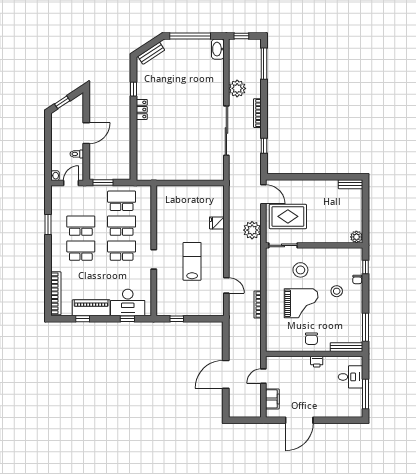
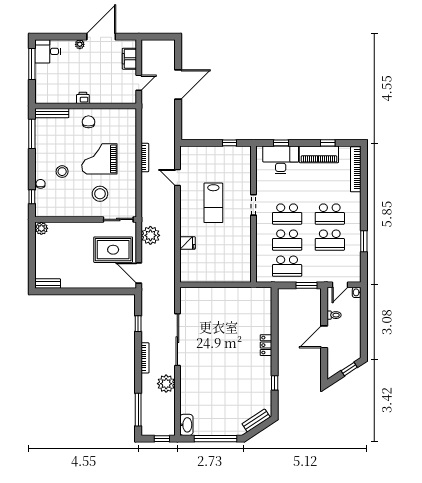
locker: (142, 109) -> (266, 345), moved
desk: (350, 377) -> (48, 51), moved
plant: (320, 413) -> (80, 44), added

